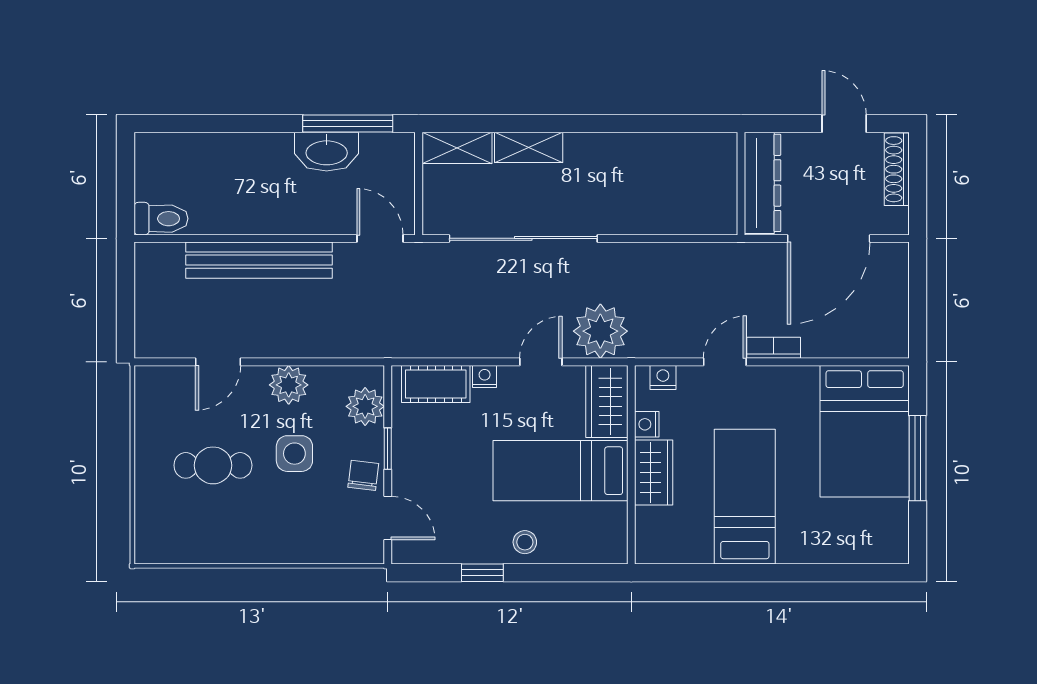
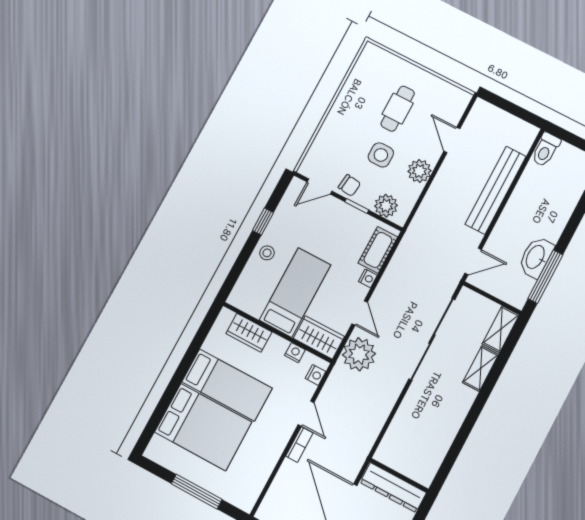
bed: (865, 431) -> (203, 427), moved, turned 180
wardrobe: (654, 472) -> (249, 333), moved

